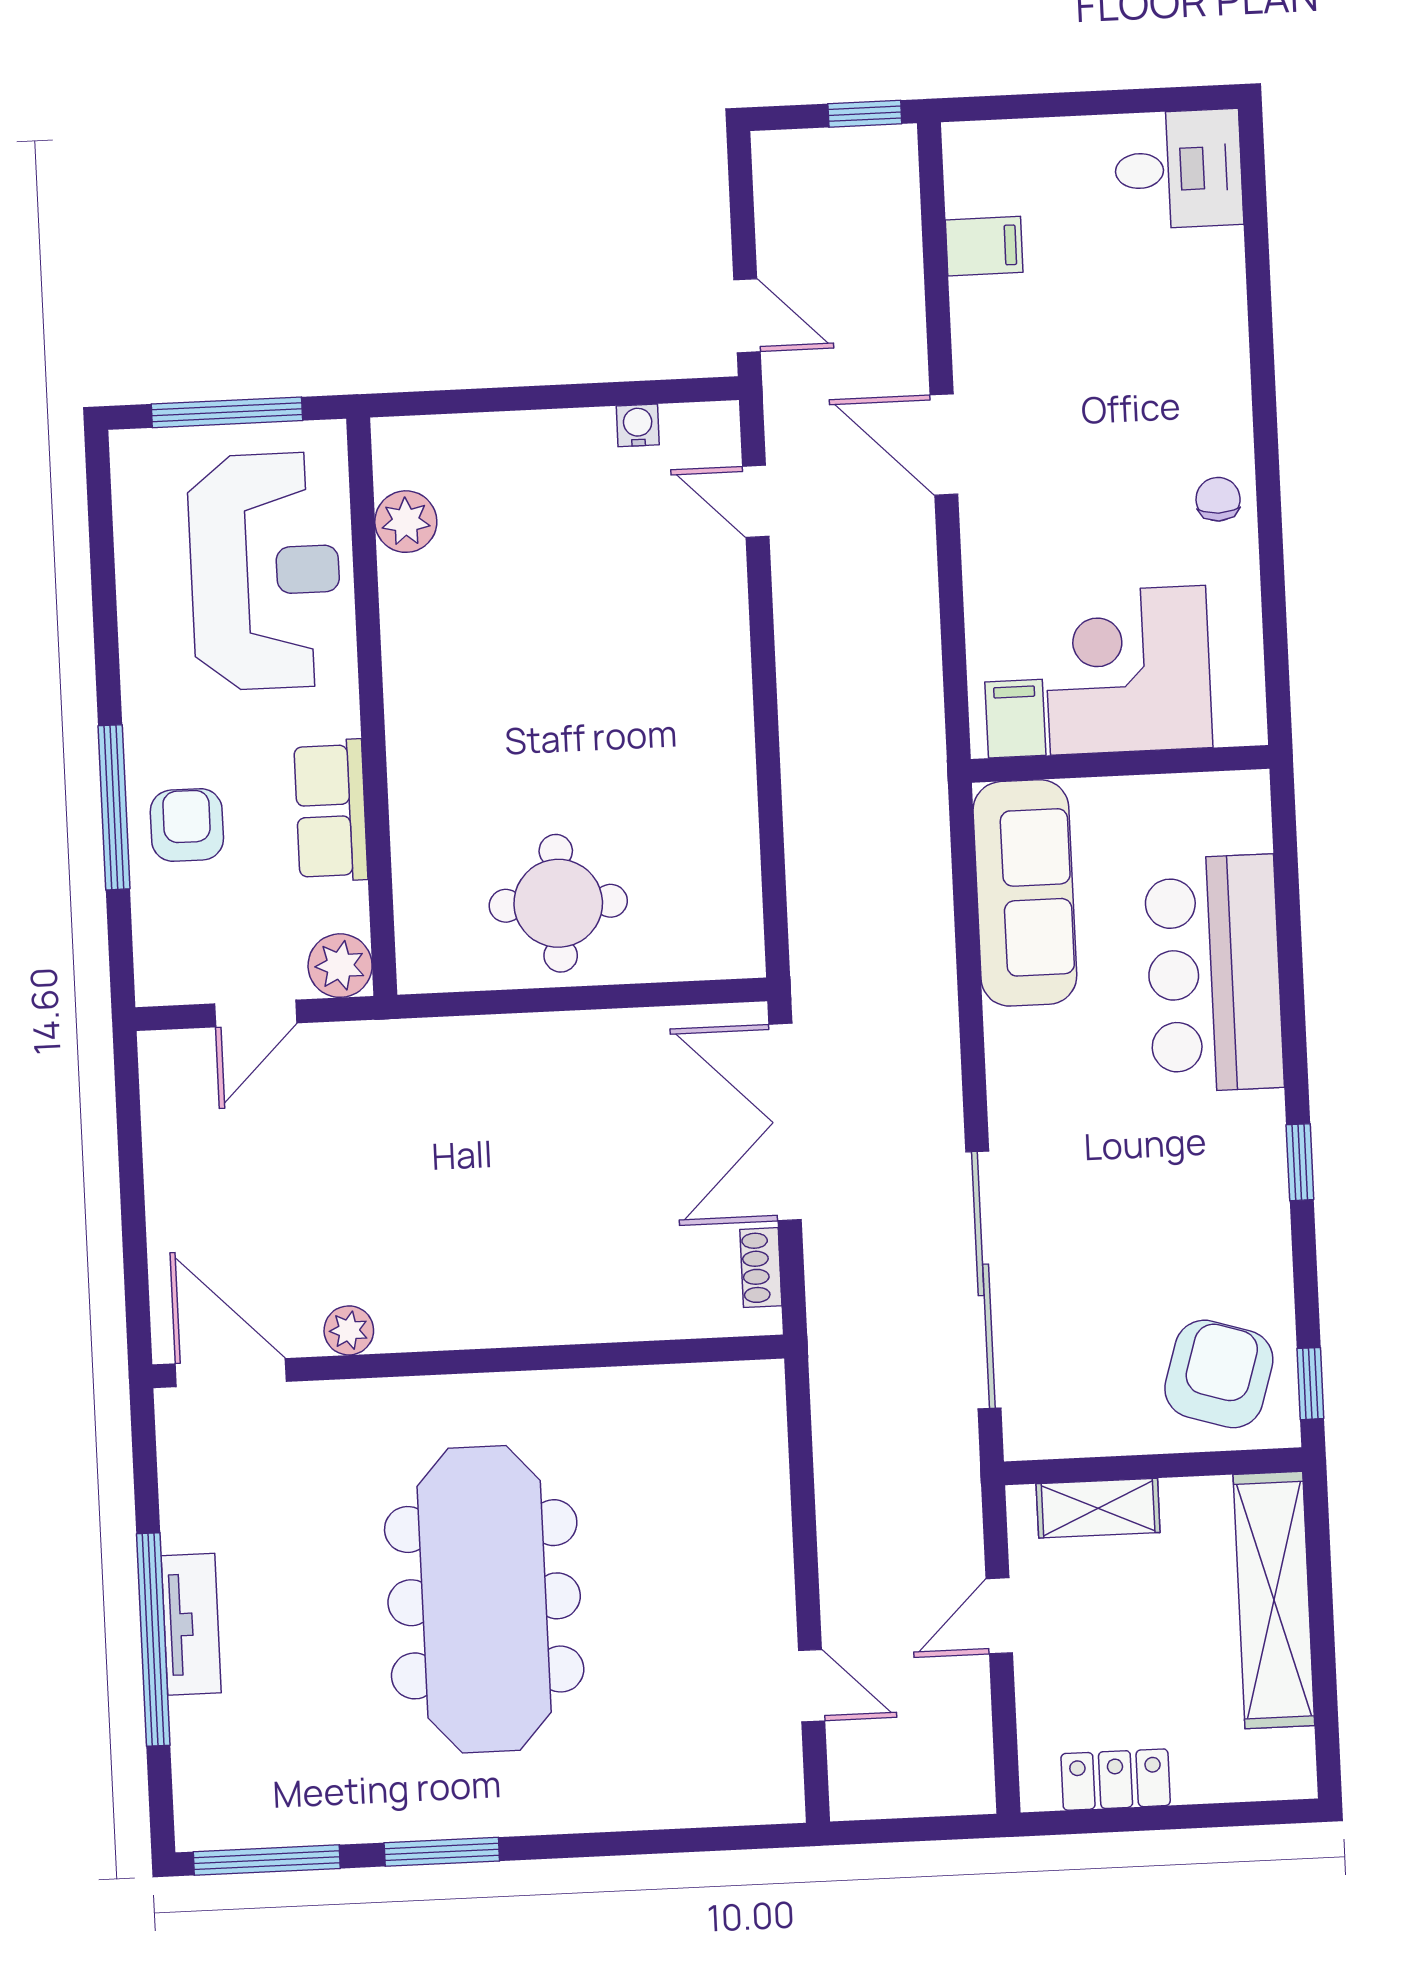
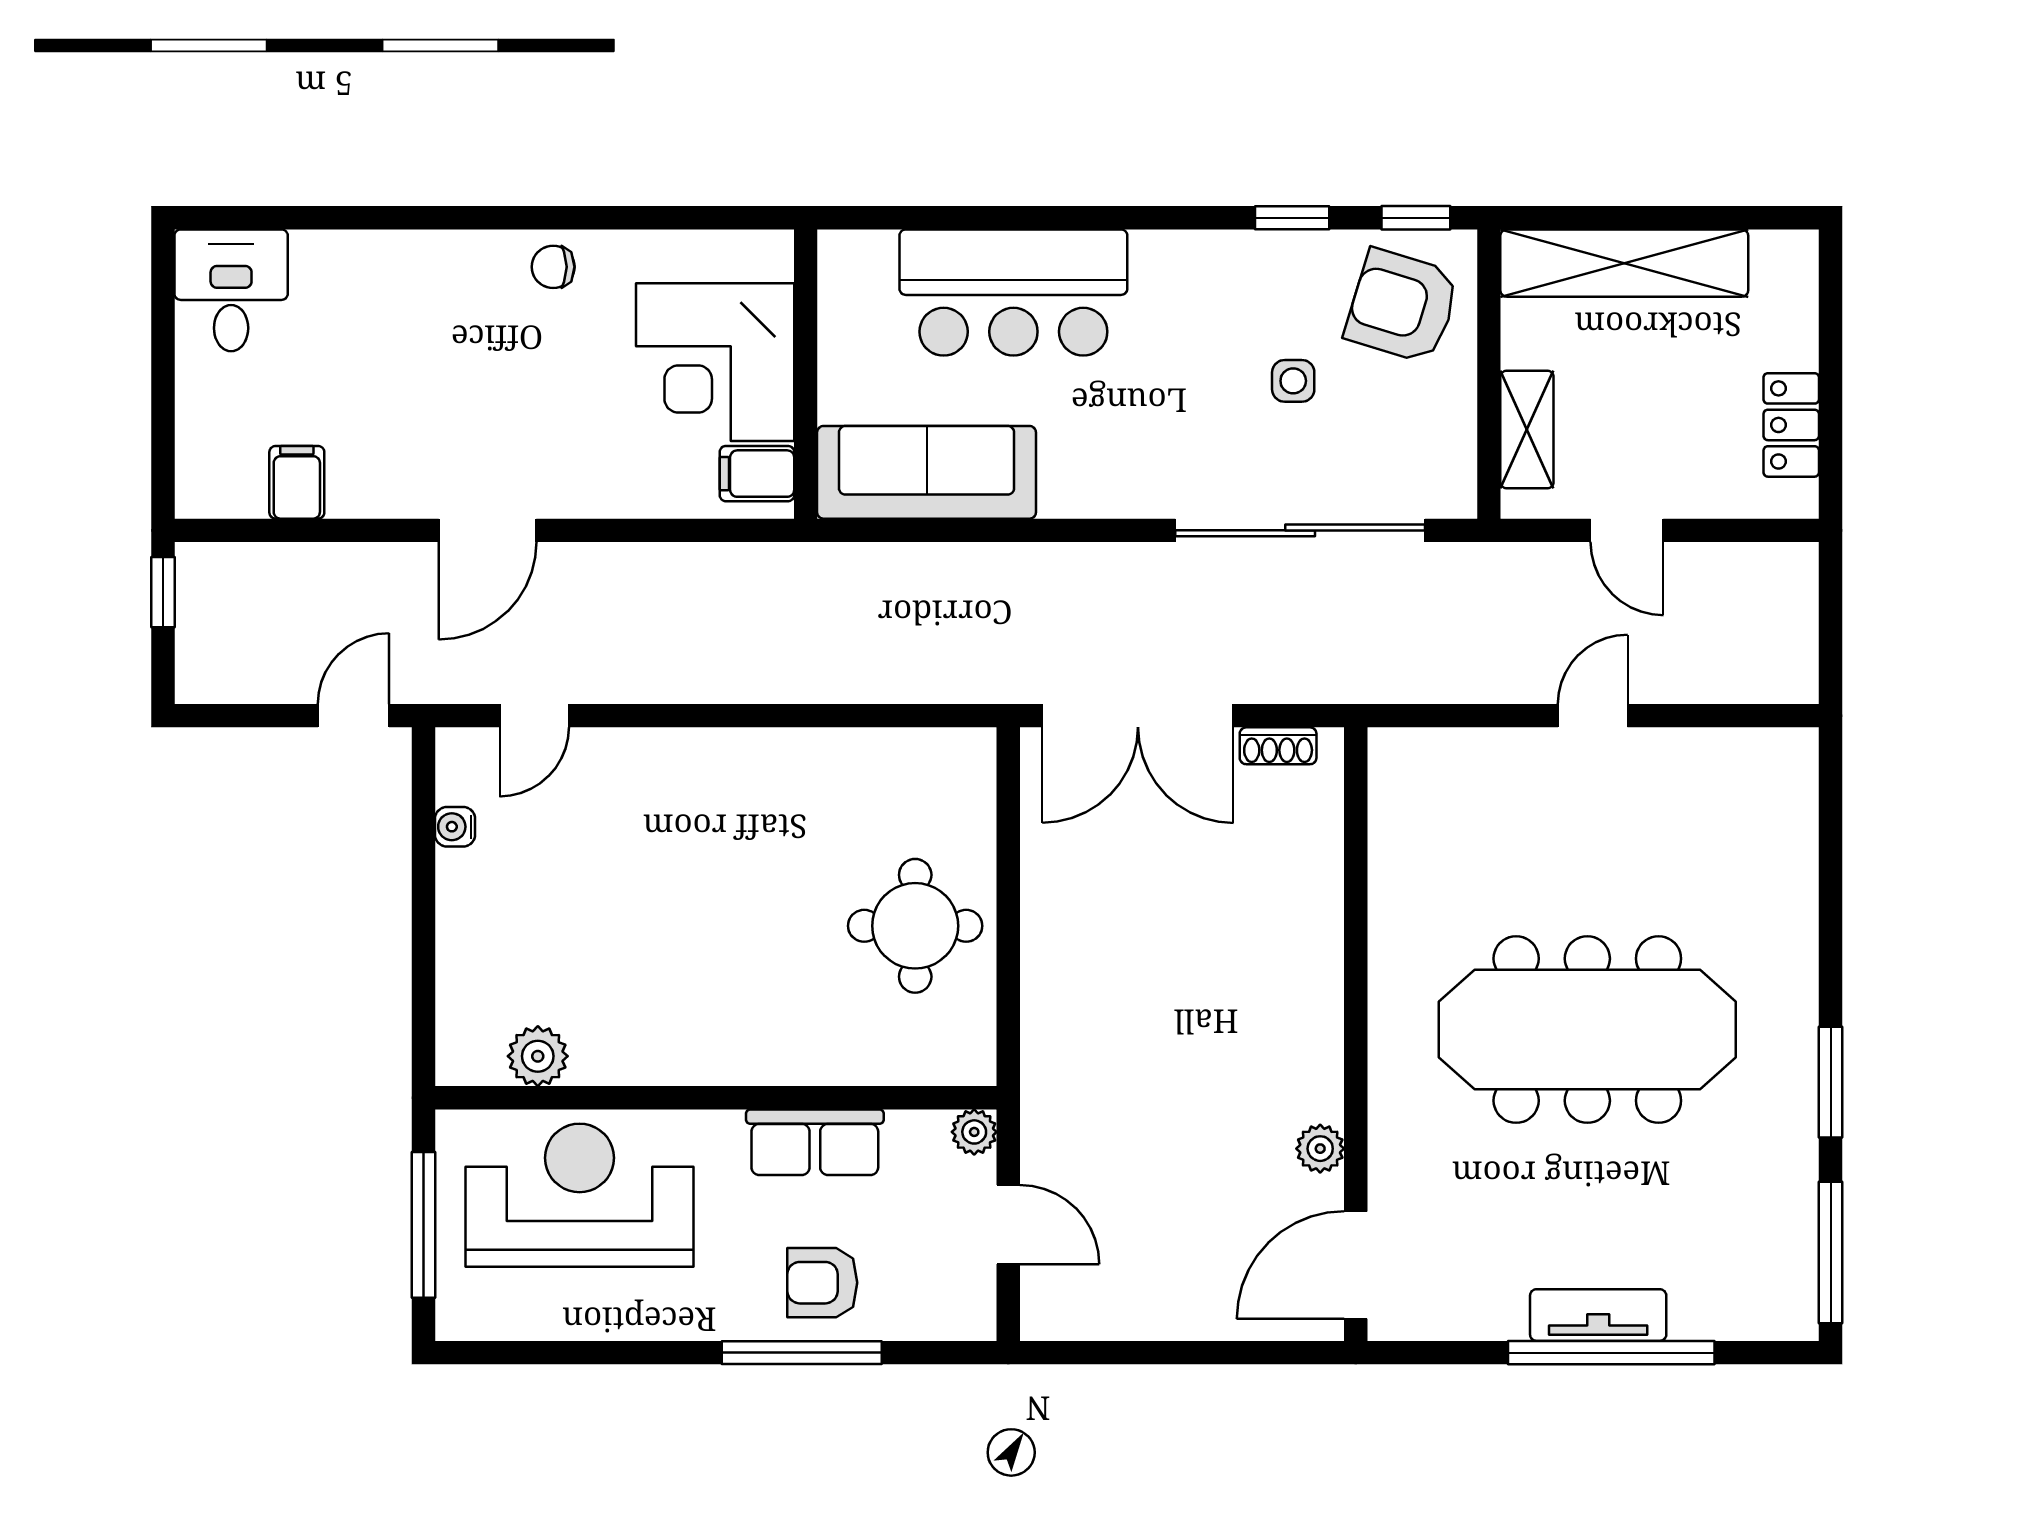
plant: (340, 966) -> (974, 1132), width x0.73, depth x0.73
window: (1300, 1162) -> (1292, 218), moved
side table: (1137, 1265) -> (1293, 381), added
door: (812, 1686) -> (1593, 716), moved

